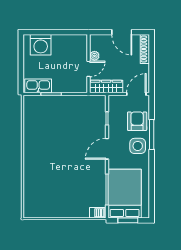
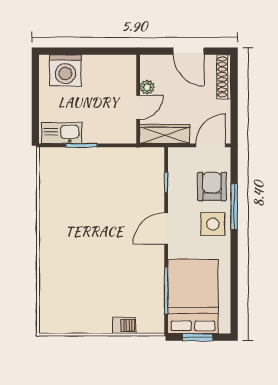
barbecue: (97, 213) -> (124, 325), moved

